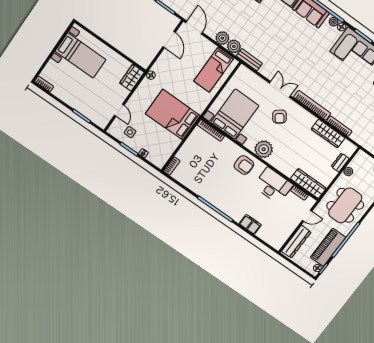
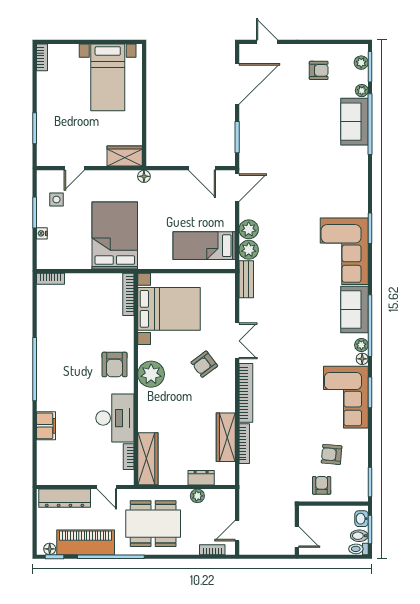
door: (169, 39) -> (202, 168), hinge flipped

